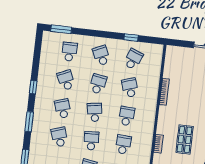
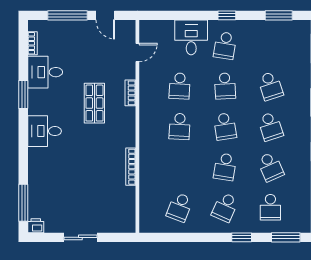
window: (131, 38) -> (242, 237), moved
school desk: (101, 55) -> (225, 207), turned 48
school desk: (130, 88) -> (180, 167), removed

